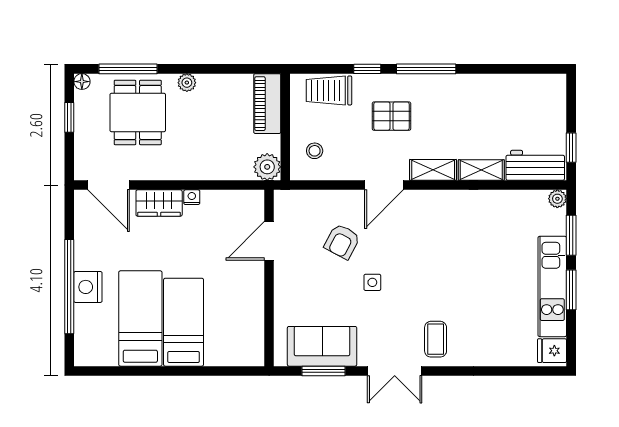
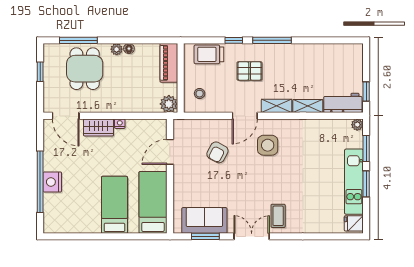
floor lamp: (82, 82) -> (129, 49), moved
side table: (372, 282) -> (268, 145), moved, width x1.87, depth x1.87
bed: (140, 318) -> (153, 202), moved
double door: (395, 371) -> (252, 236), swing flipped

